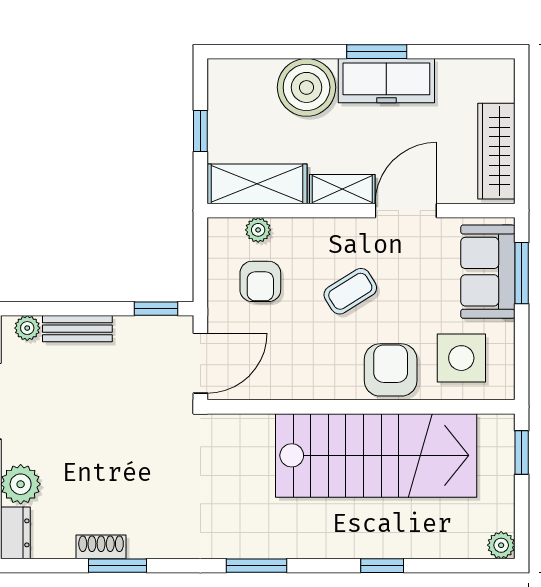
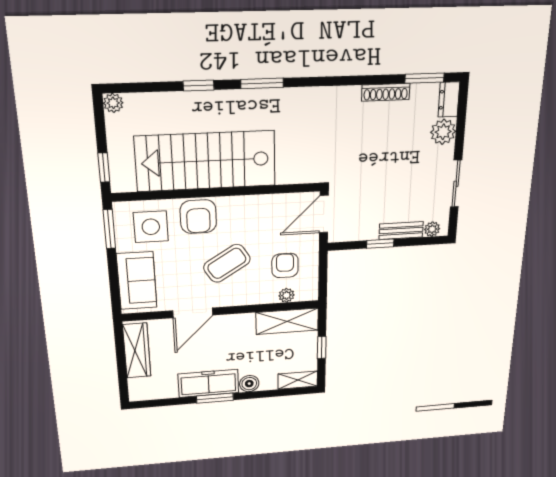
boiler: (307, 87) -> (249, 384), width x0.54, depth x0.54
shelving: (342, 189) -> (298, 380), moved
window: (522, 273) -> (109, 229), moved
coffee table: (350, 291) -> (227, 263), width x1.36, depth x1.30
window: (156, 309) -> (380, 244), moved
shoe rack: (101, 547) -> (386, 92), width x1.43
window: (117, 566) -> (425, 78), moved
window: (256, 566) -> (262, 83), moved

